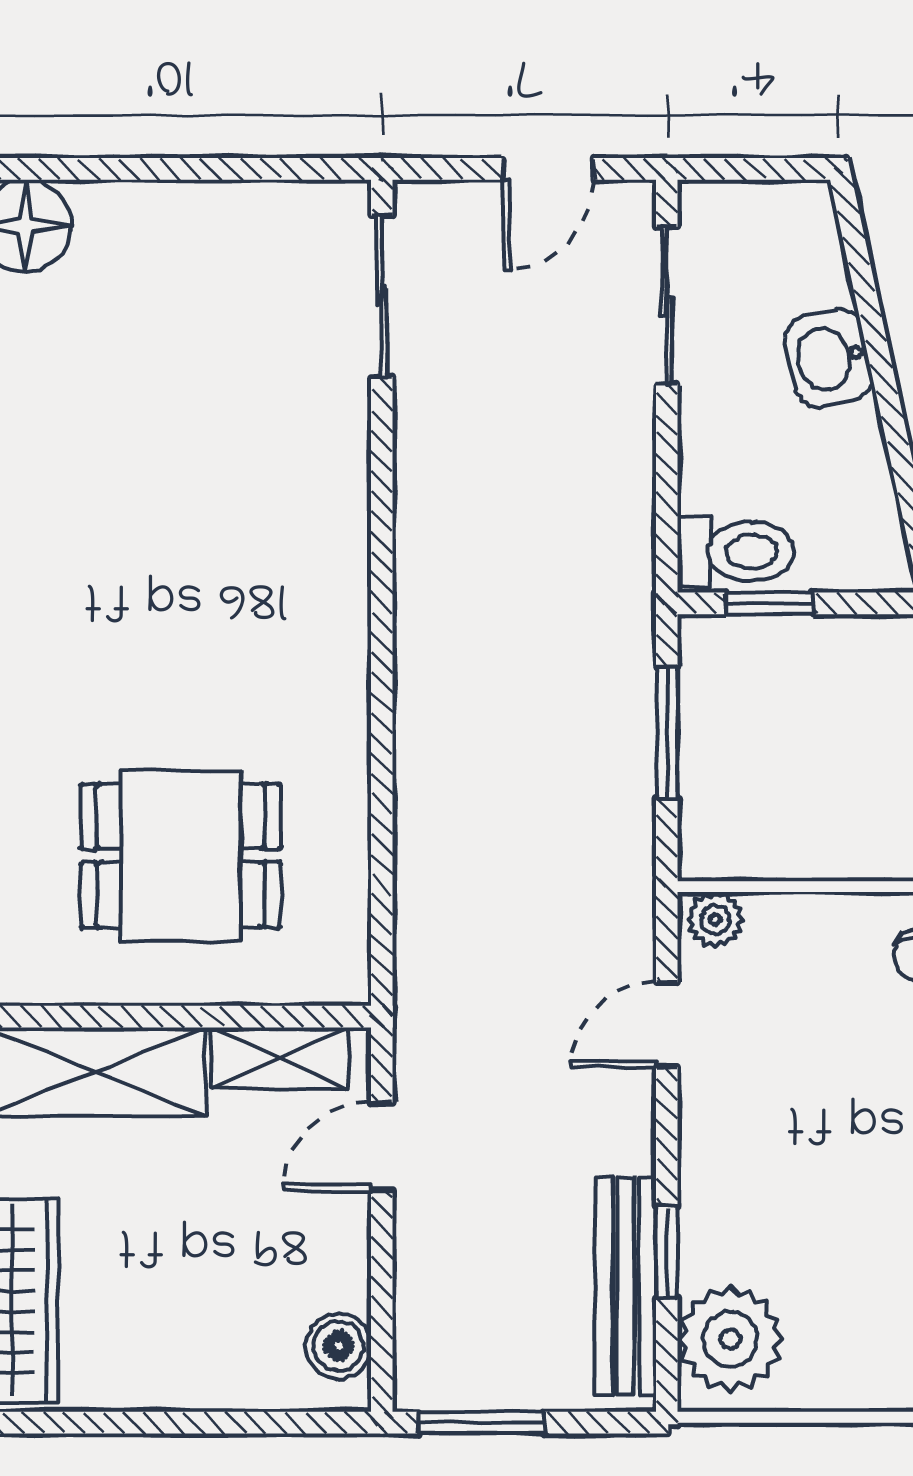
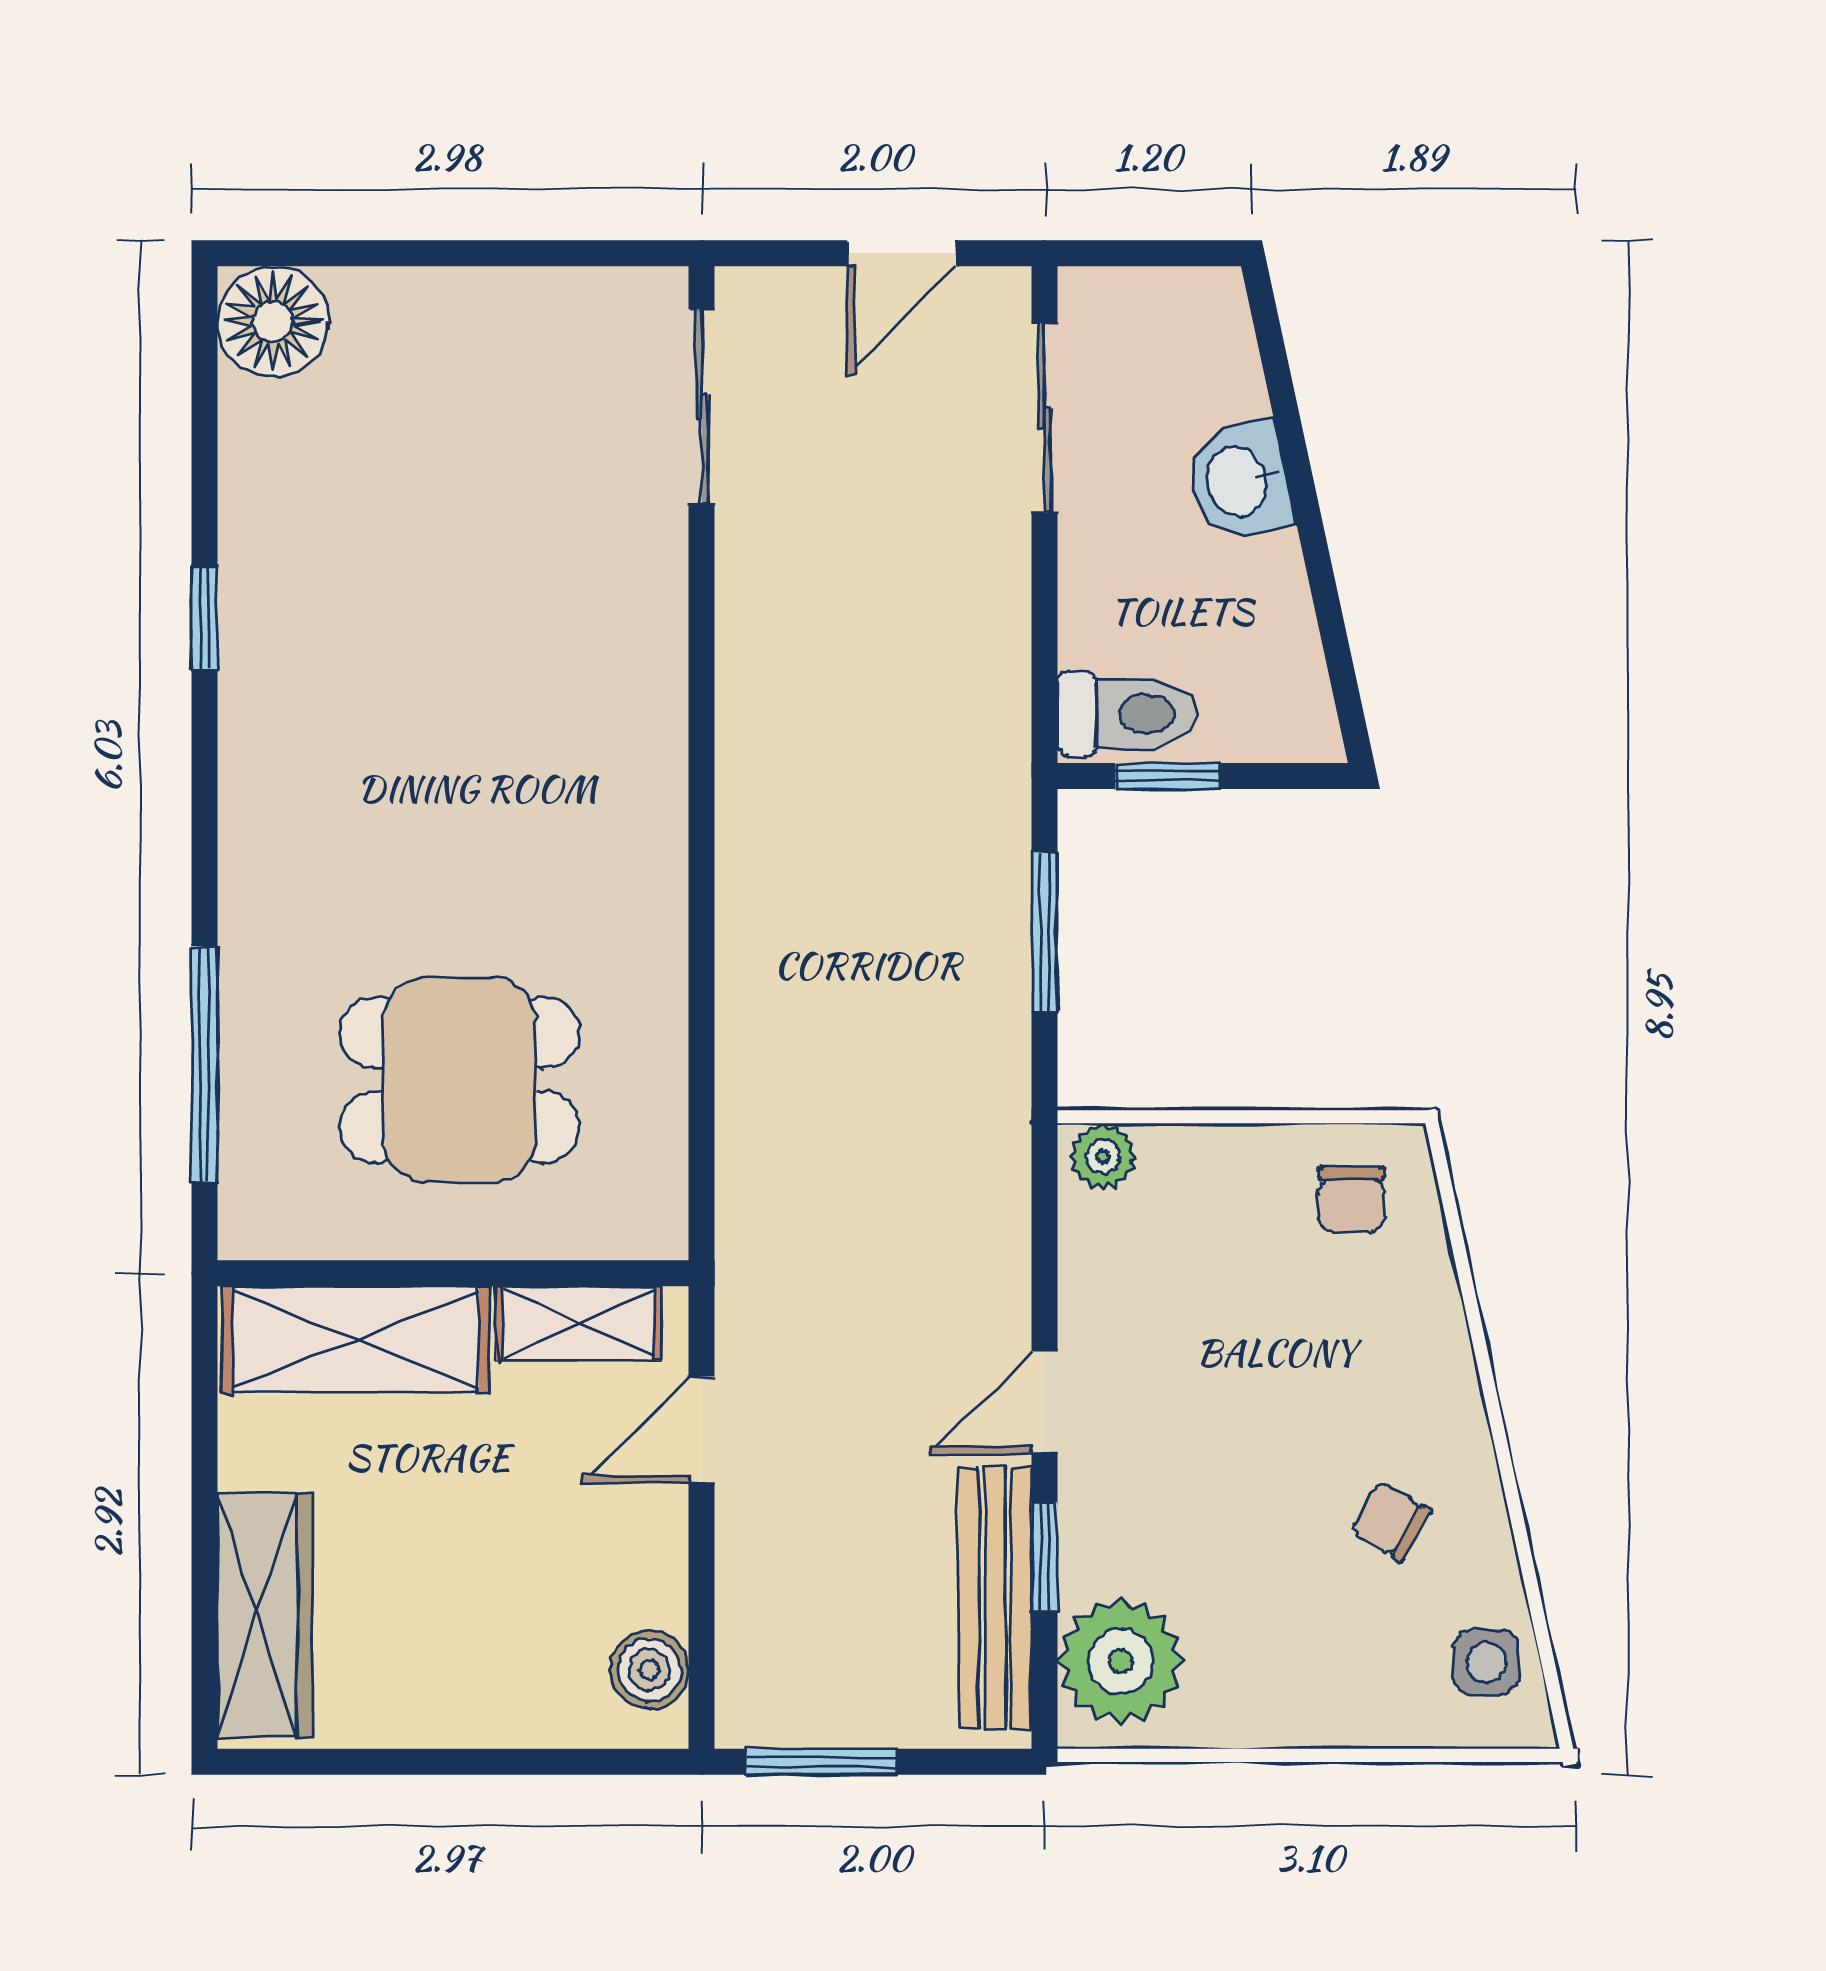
door: (667, 1025) -> (1044, 1402), moved

